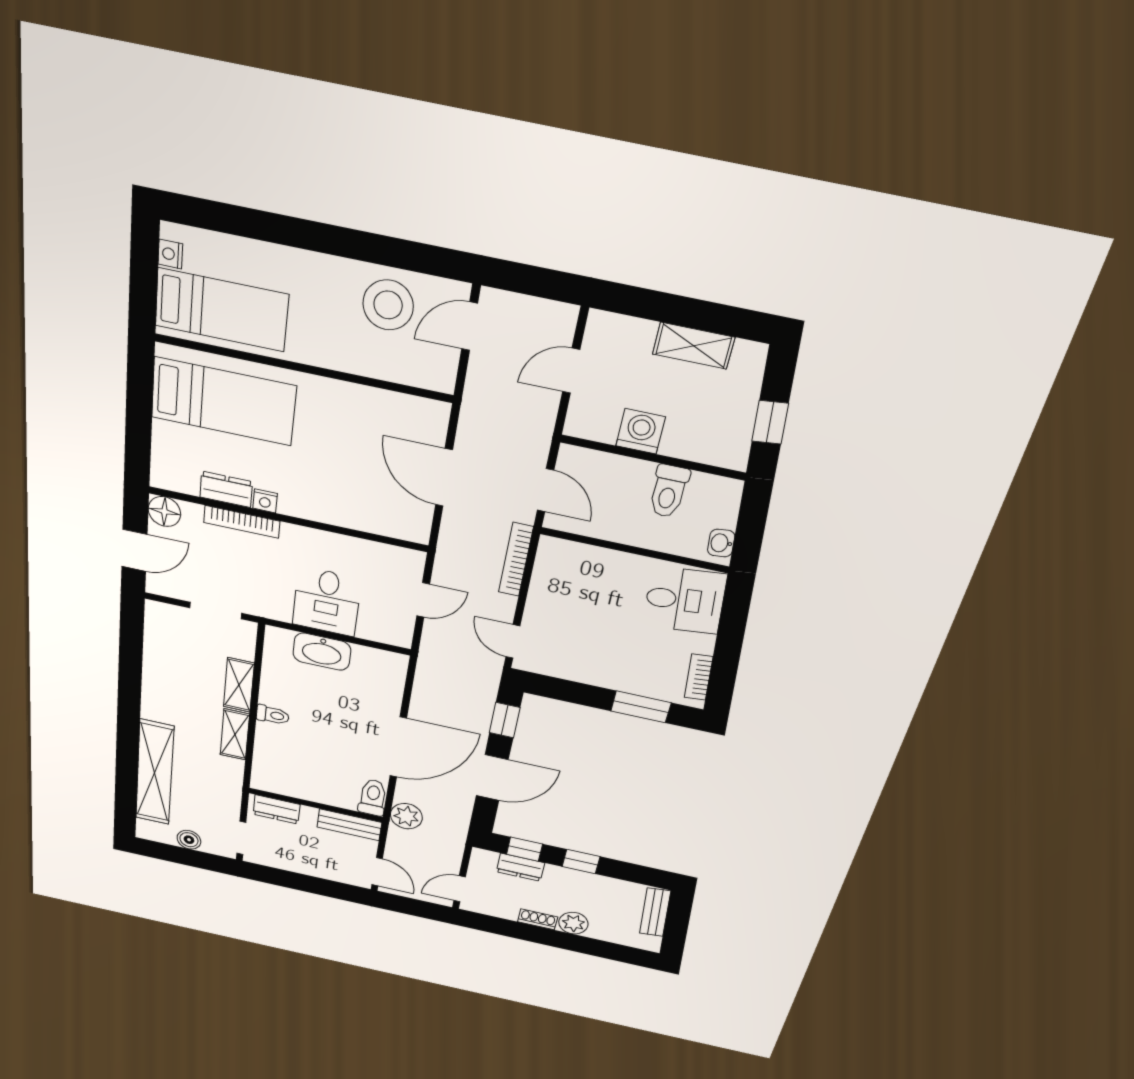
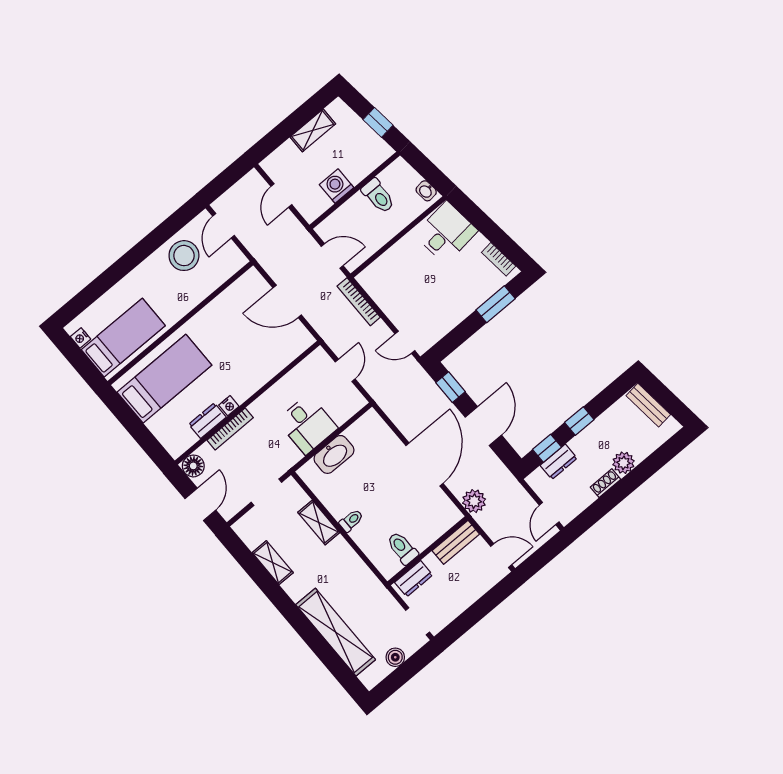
shelving: (235, 734) -> (273, 563), moved
toilet: (373, 798) -> (402, 548), moved

